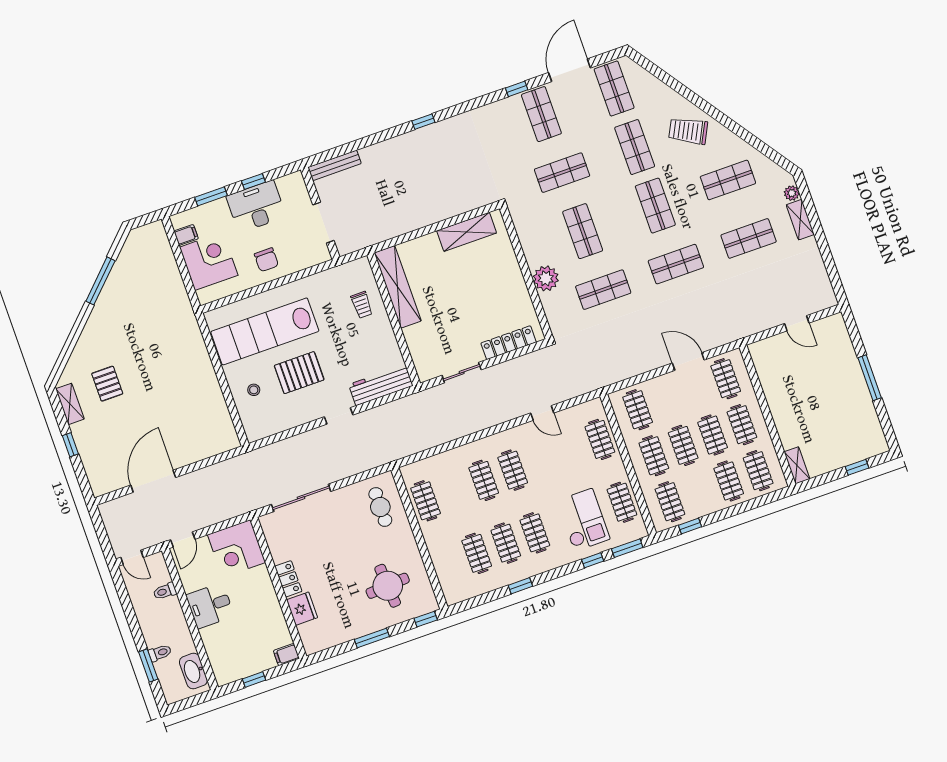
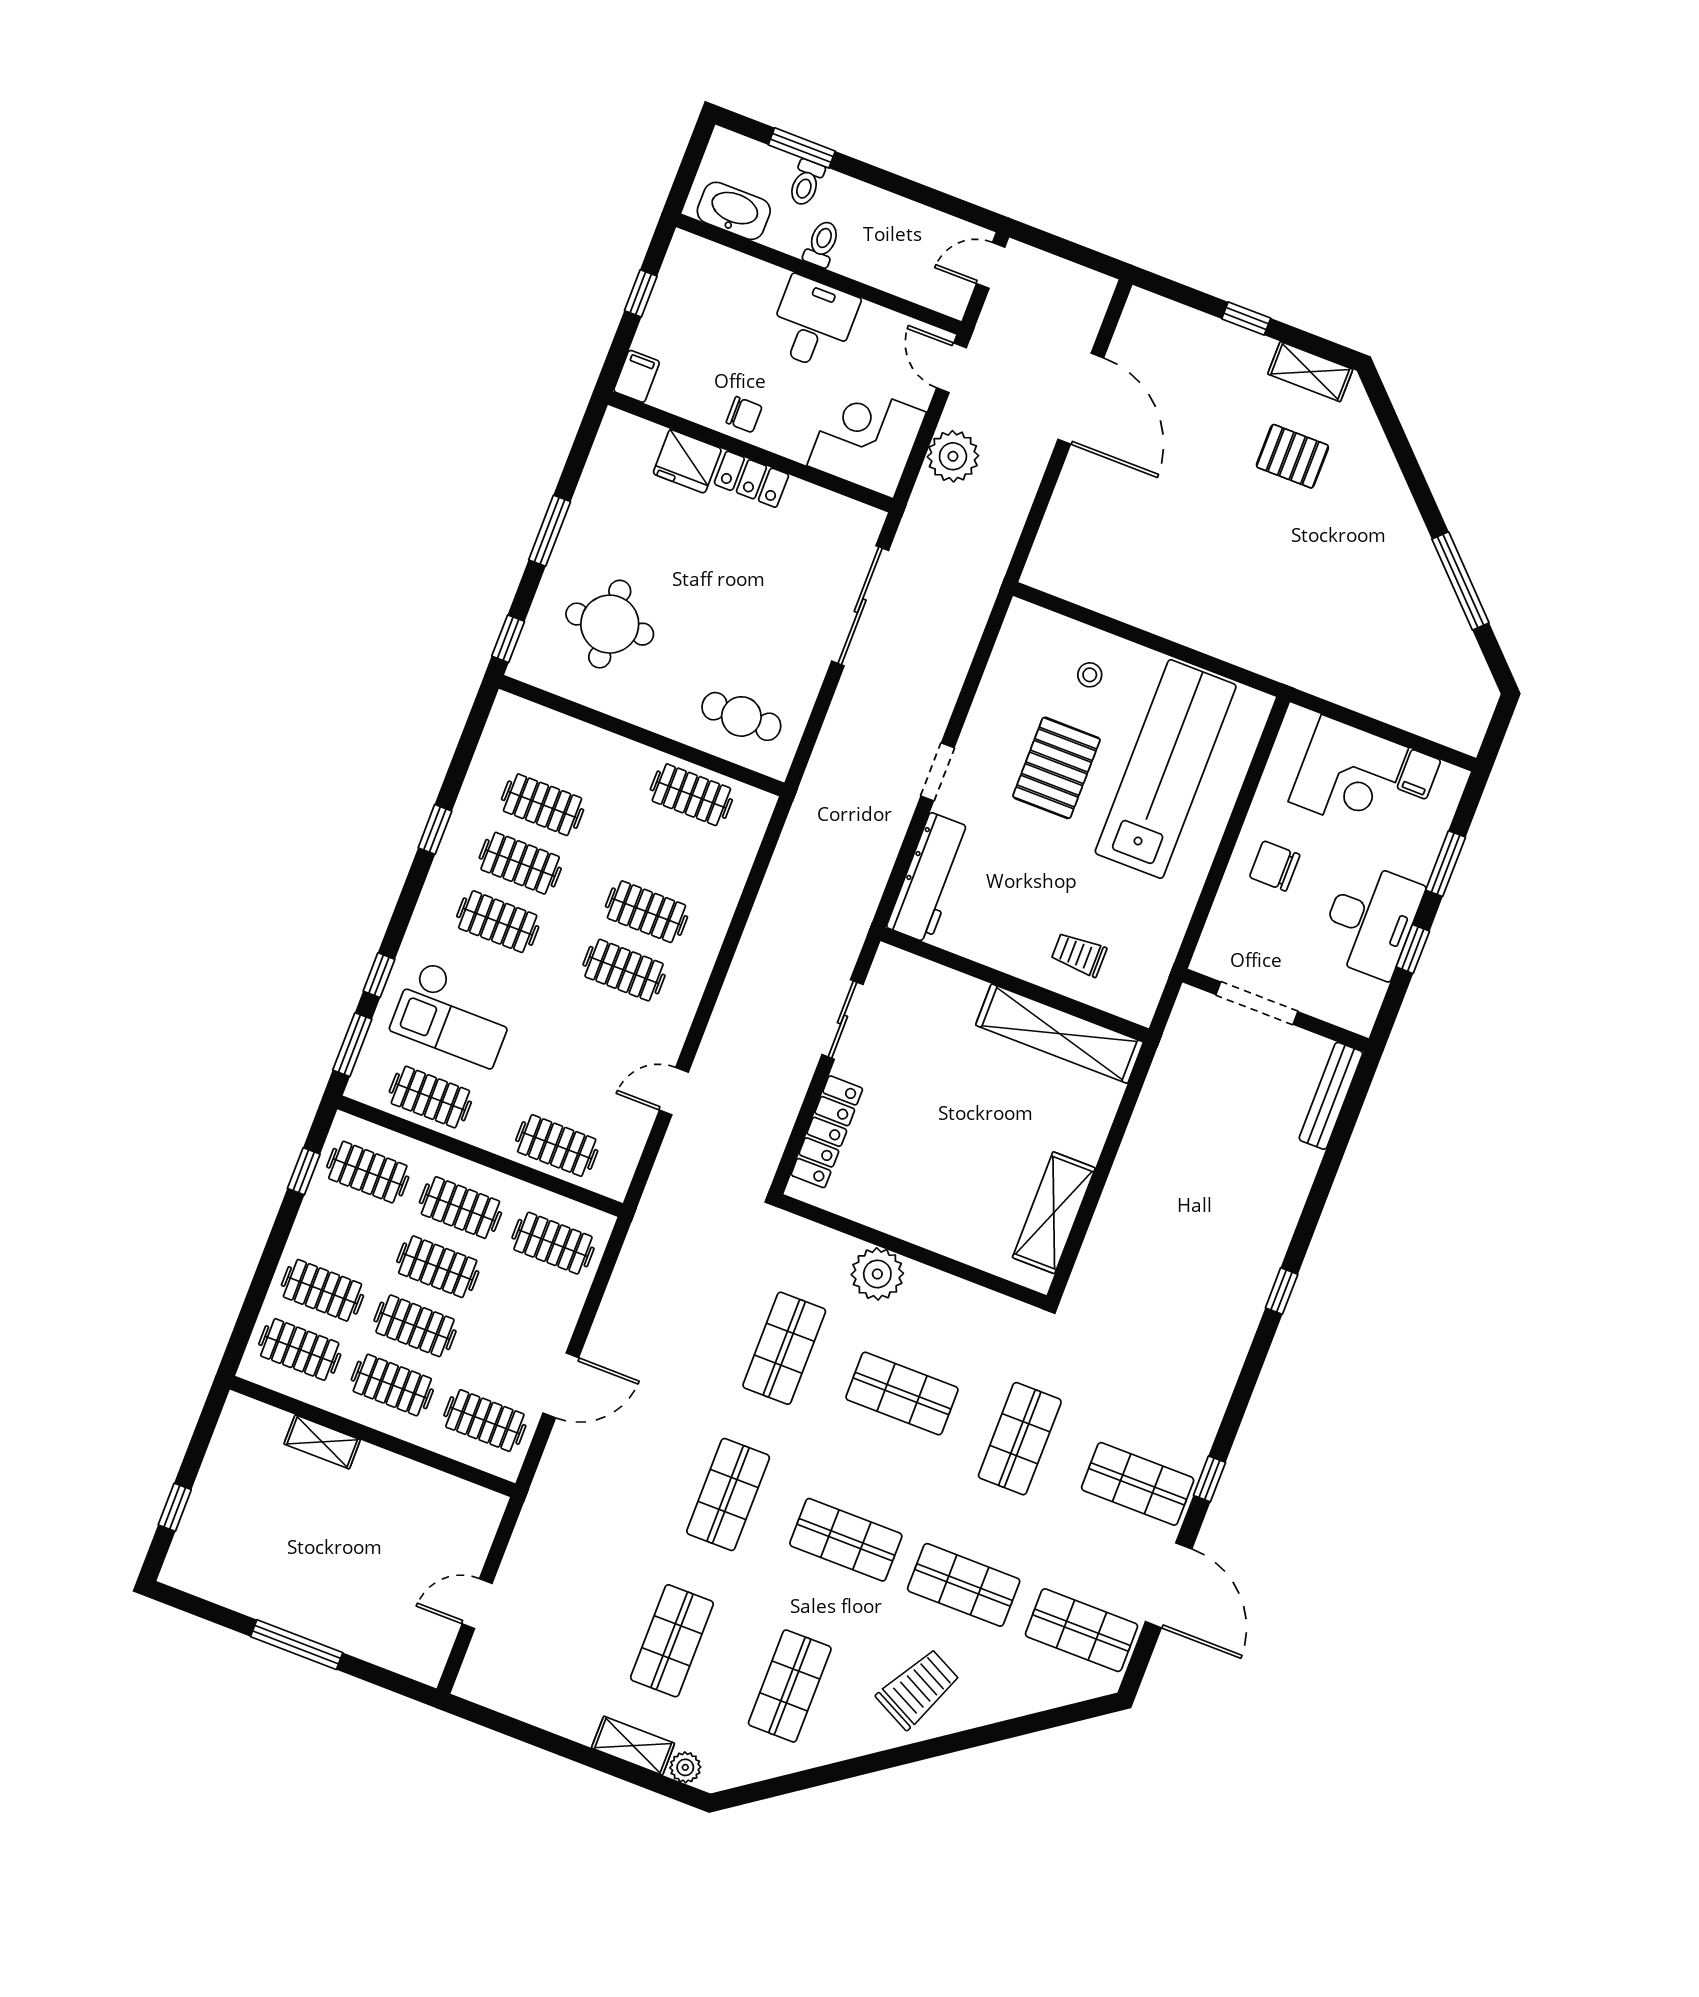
shelving: (797, 465) -> (322, 1442), moved
plant: (215, 511) -> (953, 456), added
toilet: (165, 591) -> (822, 244), moved
chair: (266, 602) -> (744, 415), added

